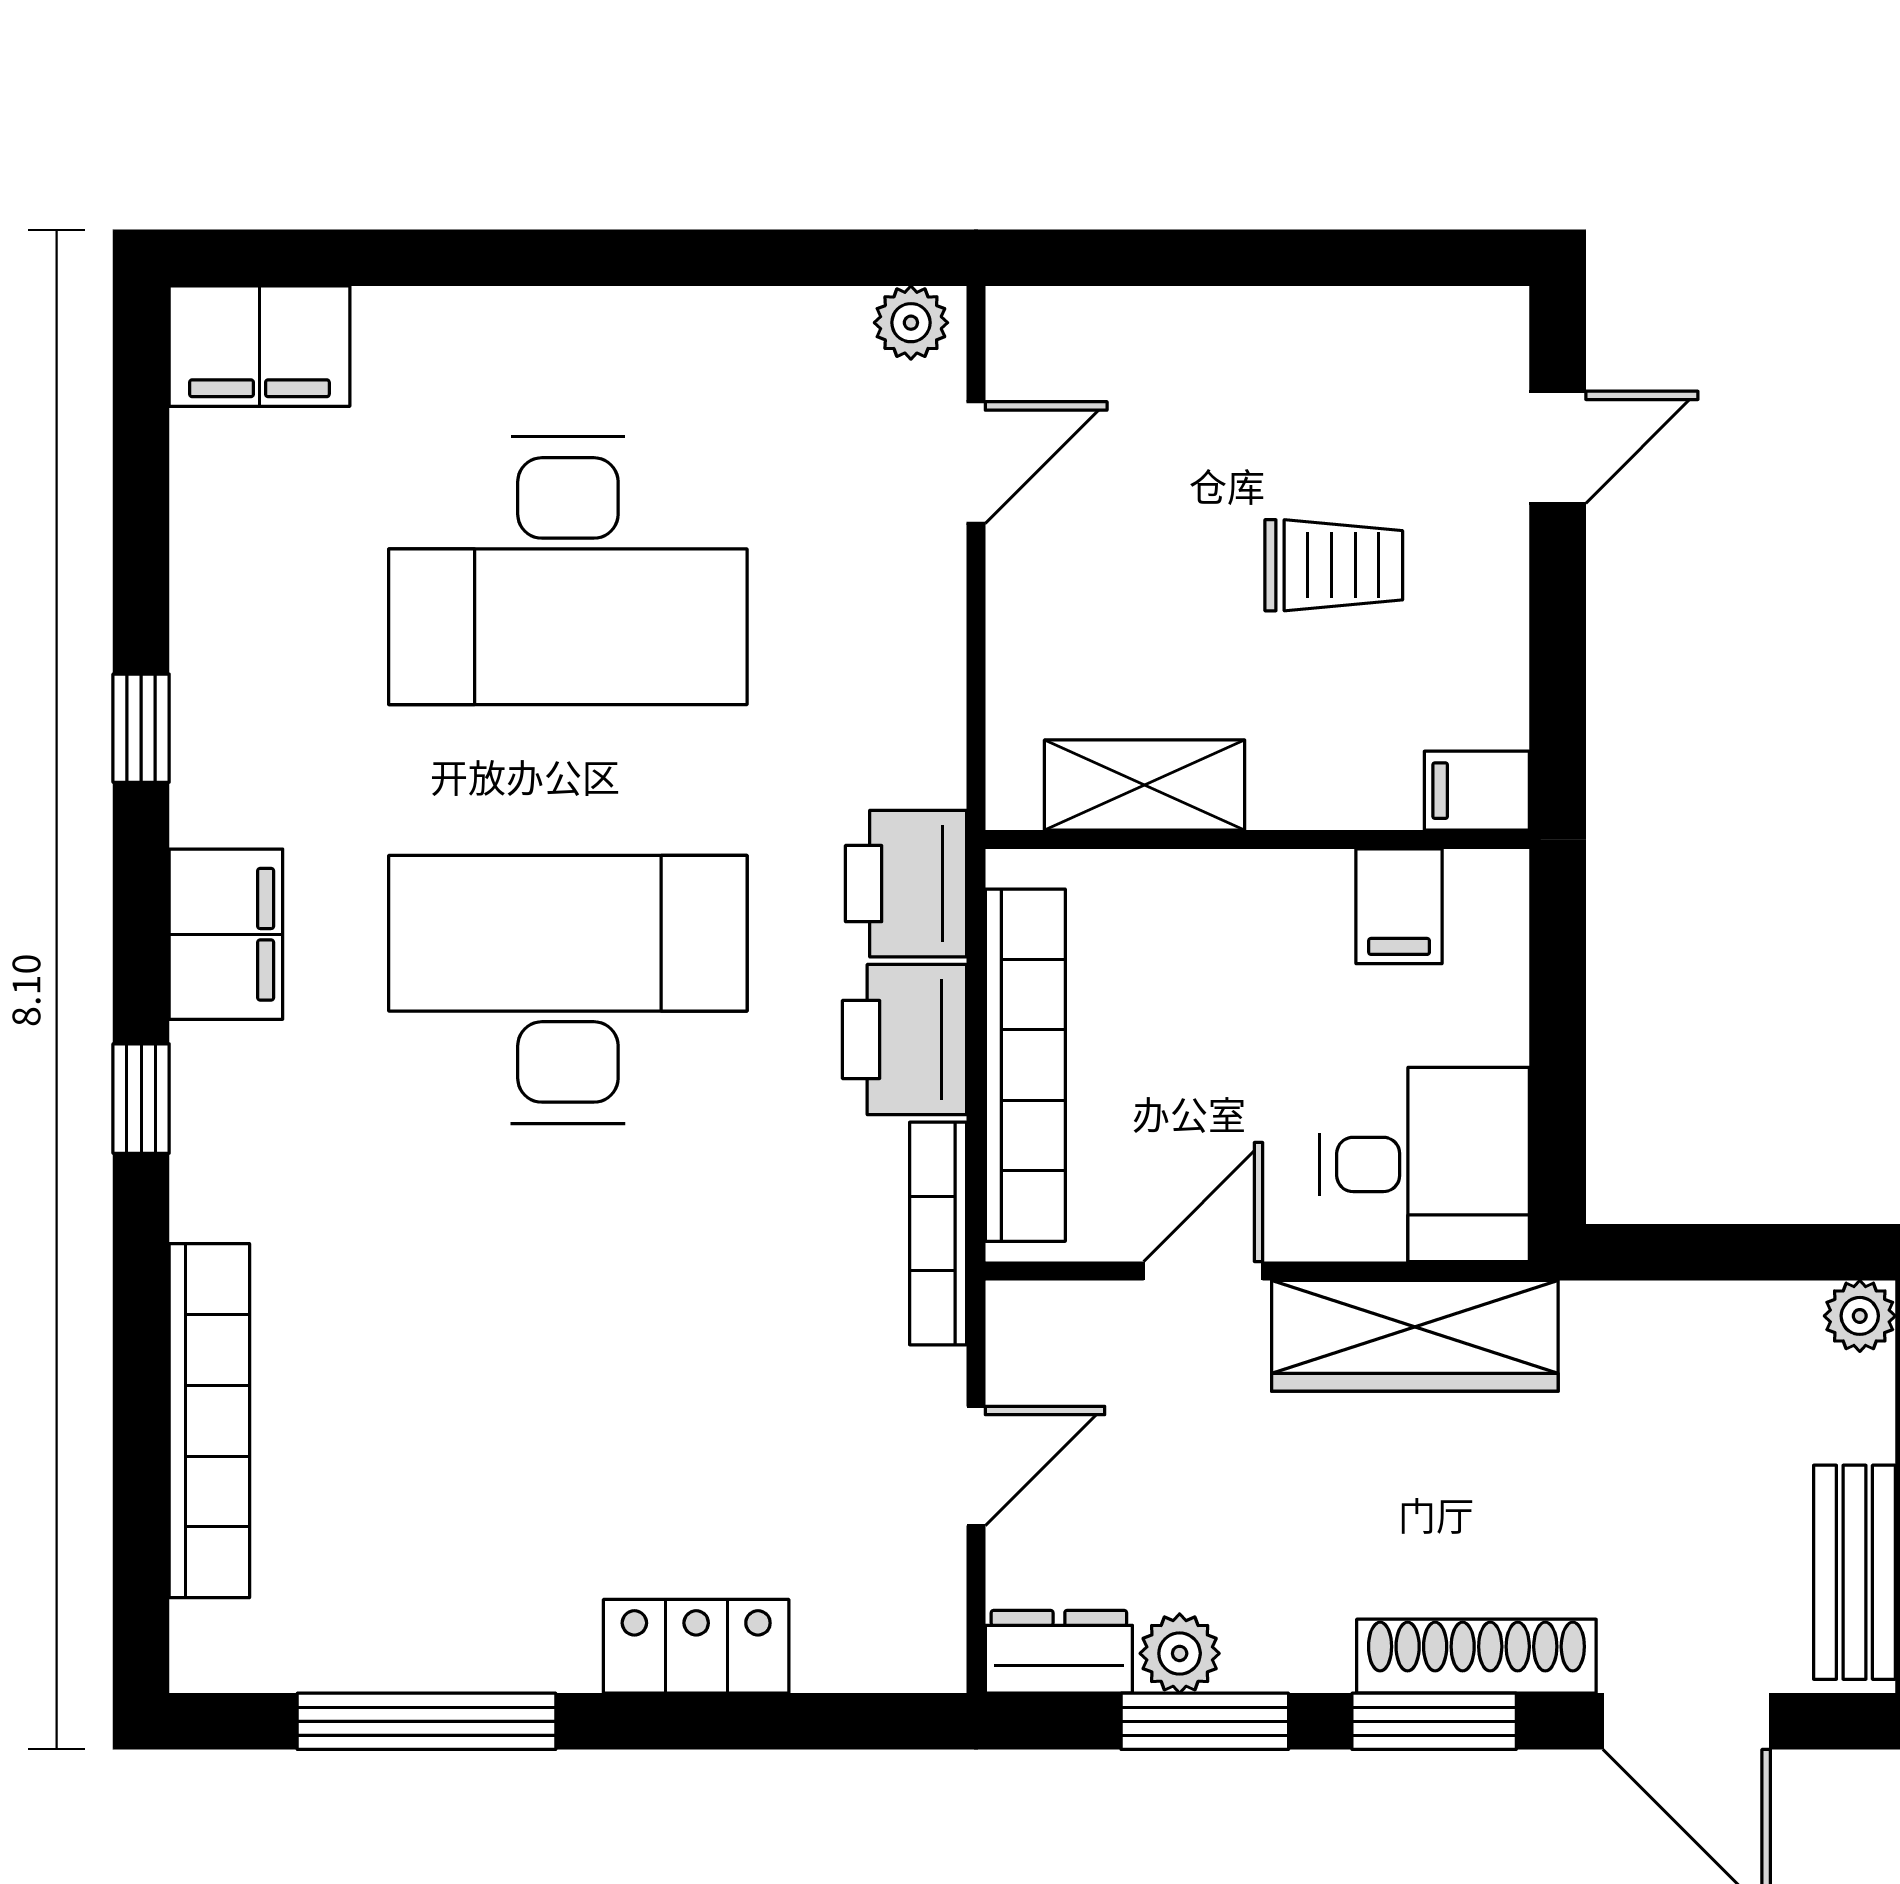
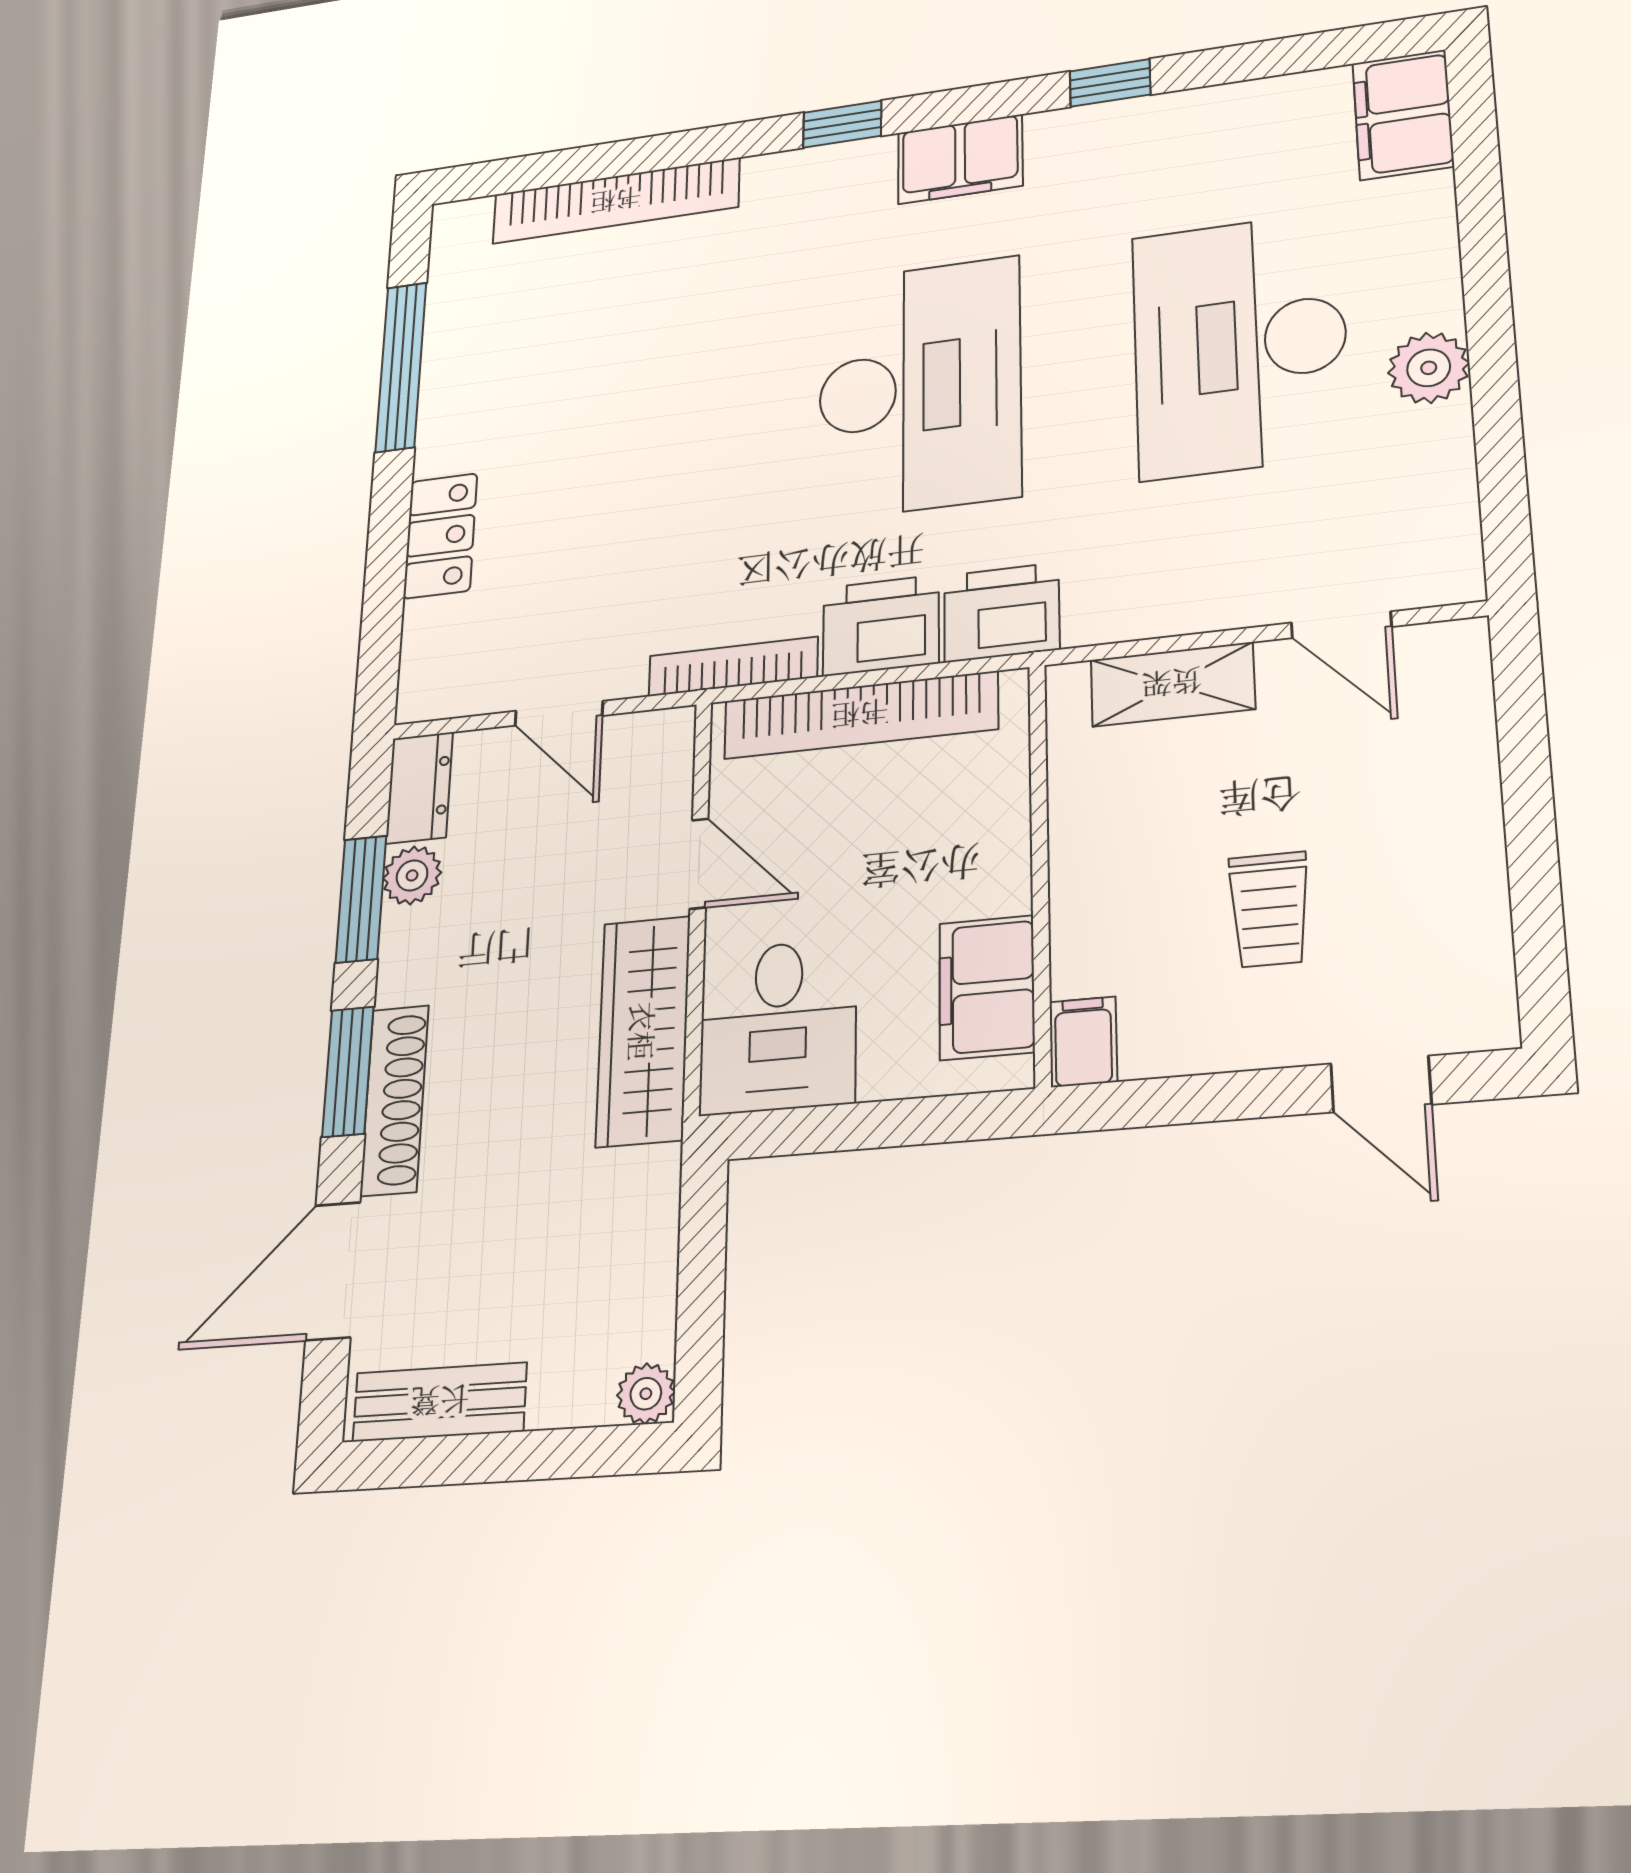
plant: (911, 323) -> (1429, 368), moved, width x1.38, depth x1.38
shelving: (1145, 785) -> (1172, 684), moved, turned 90
filing cabinet: (1399, 906) -> (987, 987), width x2.00

